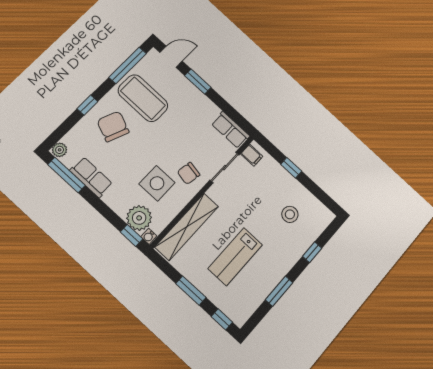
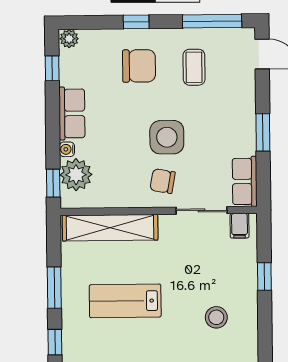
window: (198, 81) -> (263, 132), moved
coffee table: (143, 98) -> (194, 67), width x0.54, depth x0.58
chair: (113, 126) -> (139, 66), turned 68
window: (67, 175) -> (52, 68), width x0.46
row of seats: (91, 177) -> (72, 113), moved
side table: (157, 183) -> (167, 137), moved
water cooler: (149, 236) -> (67, 149), moved

